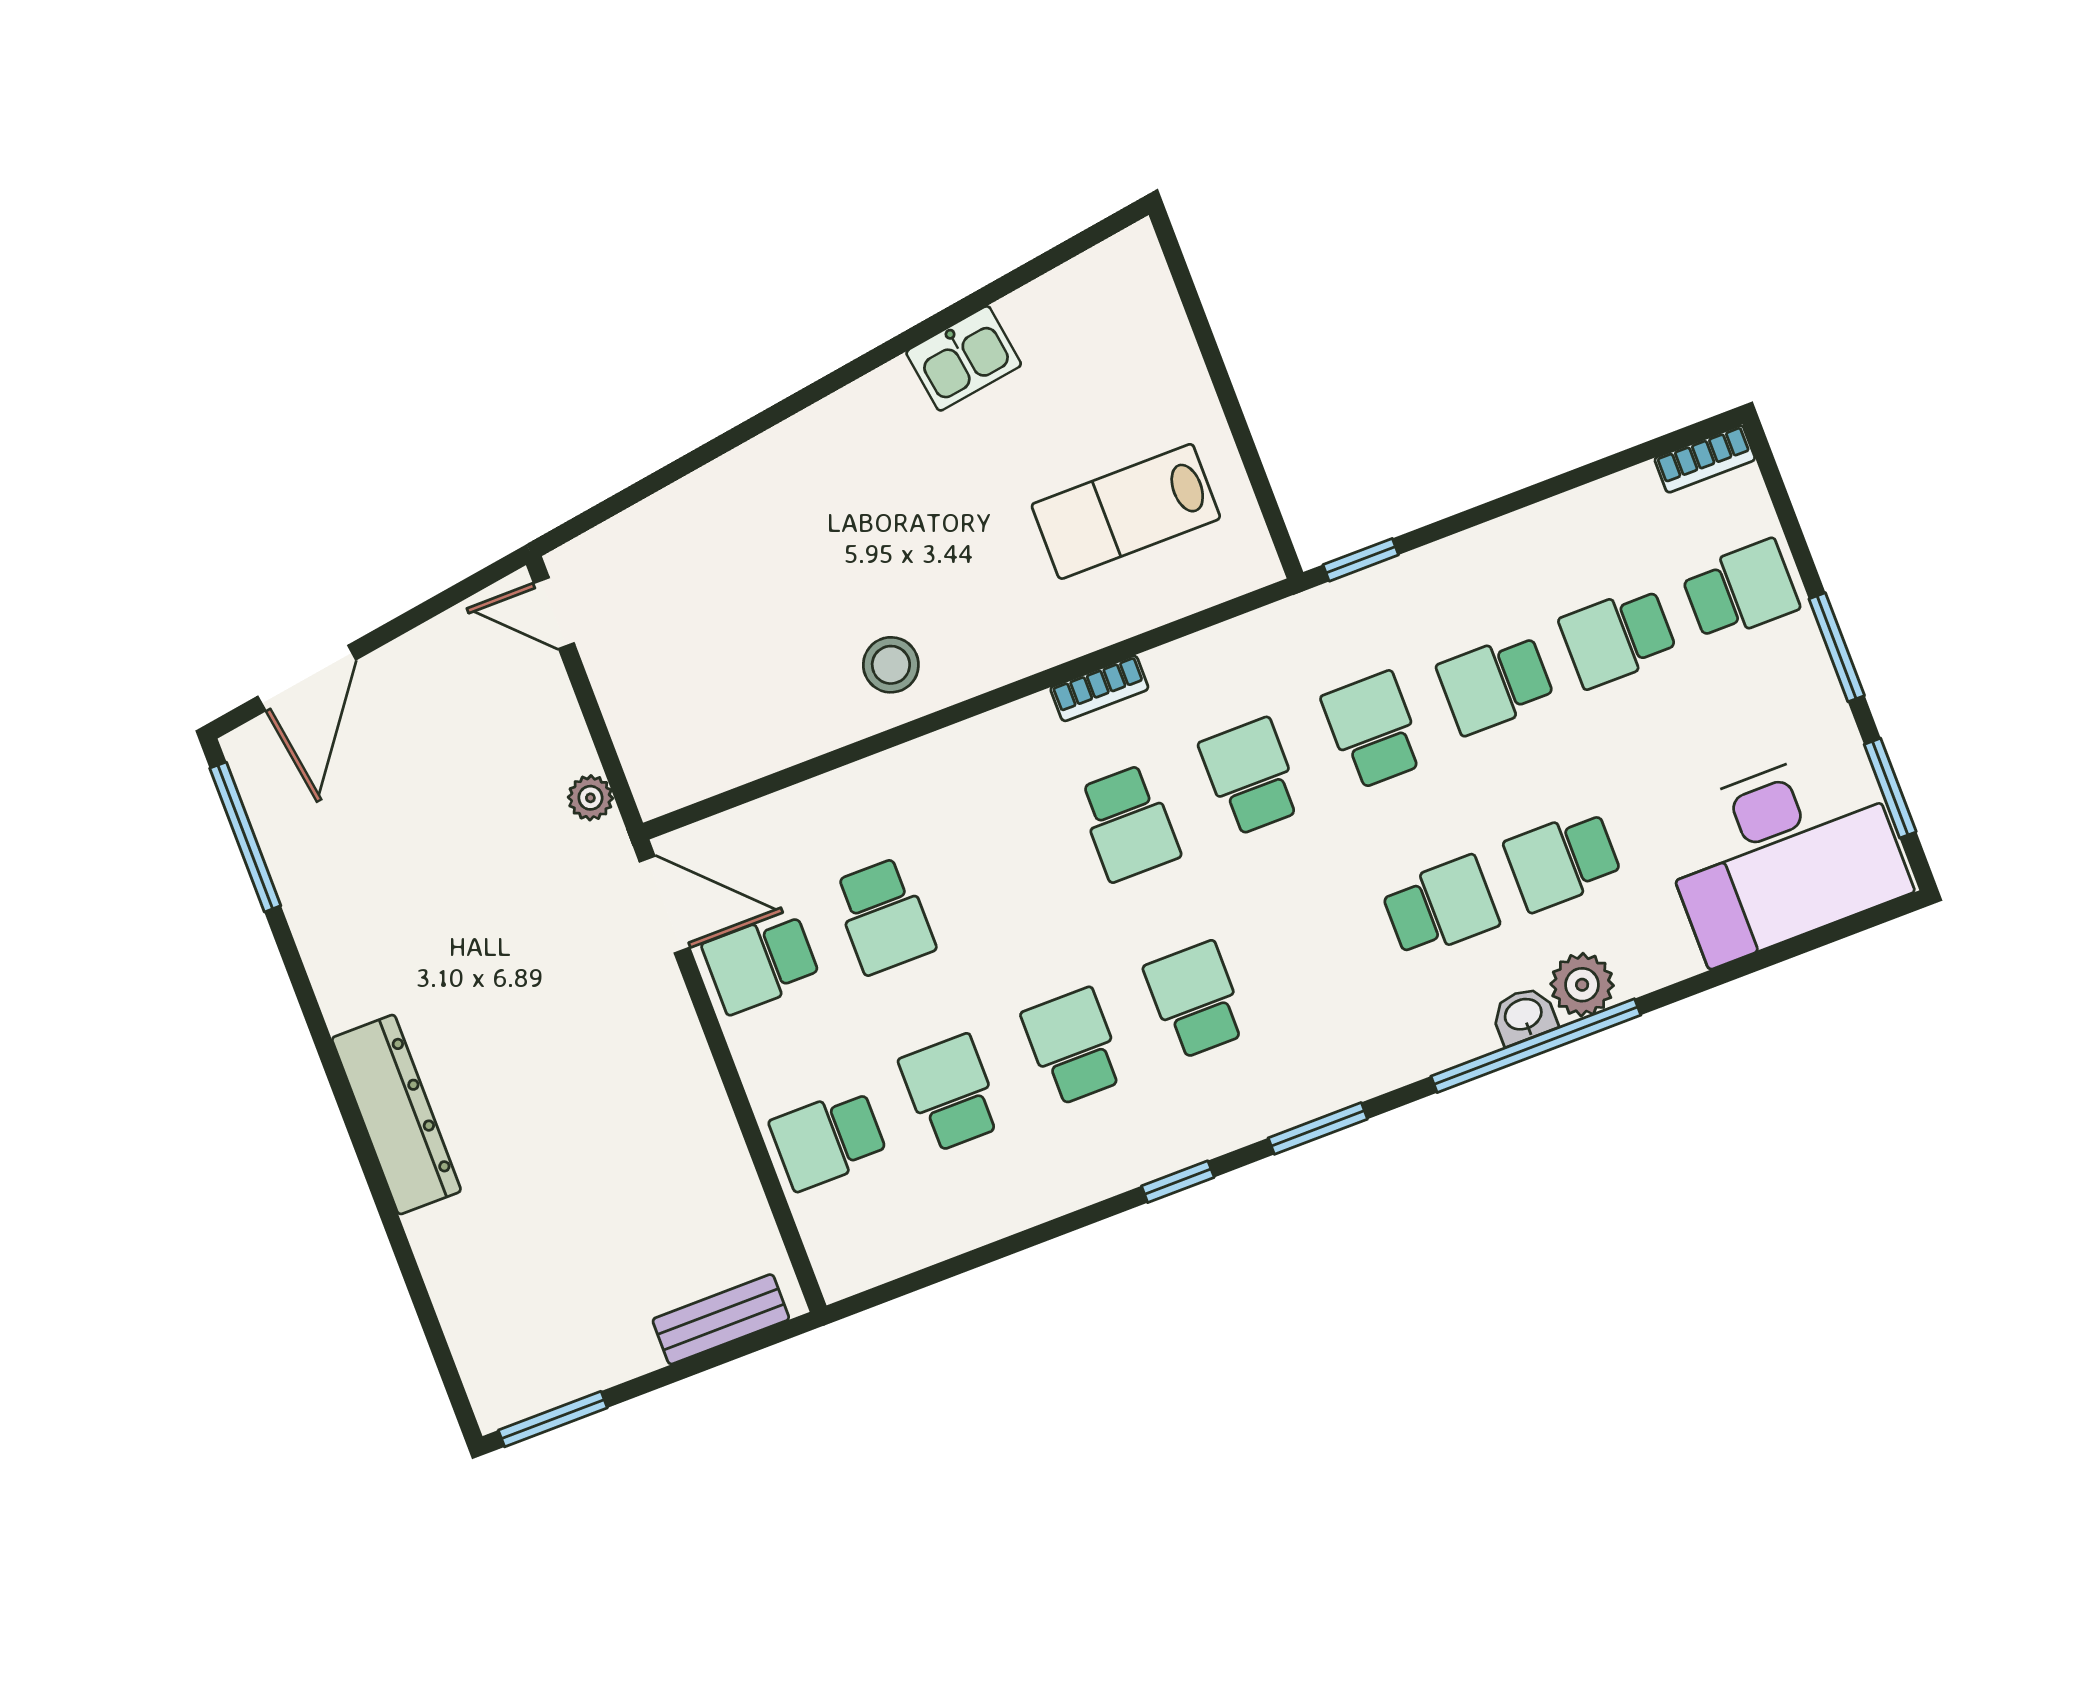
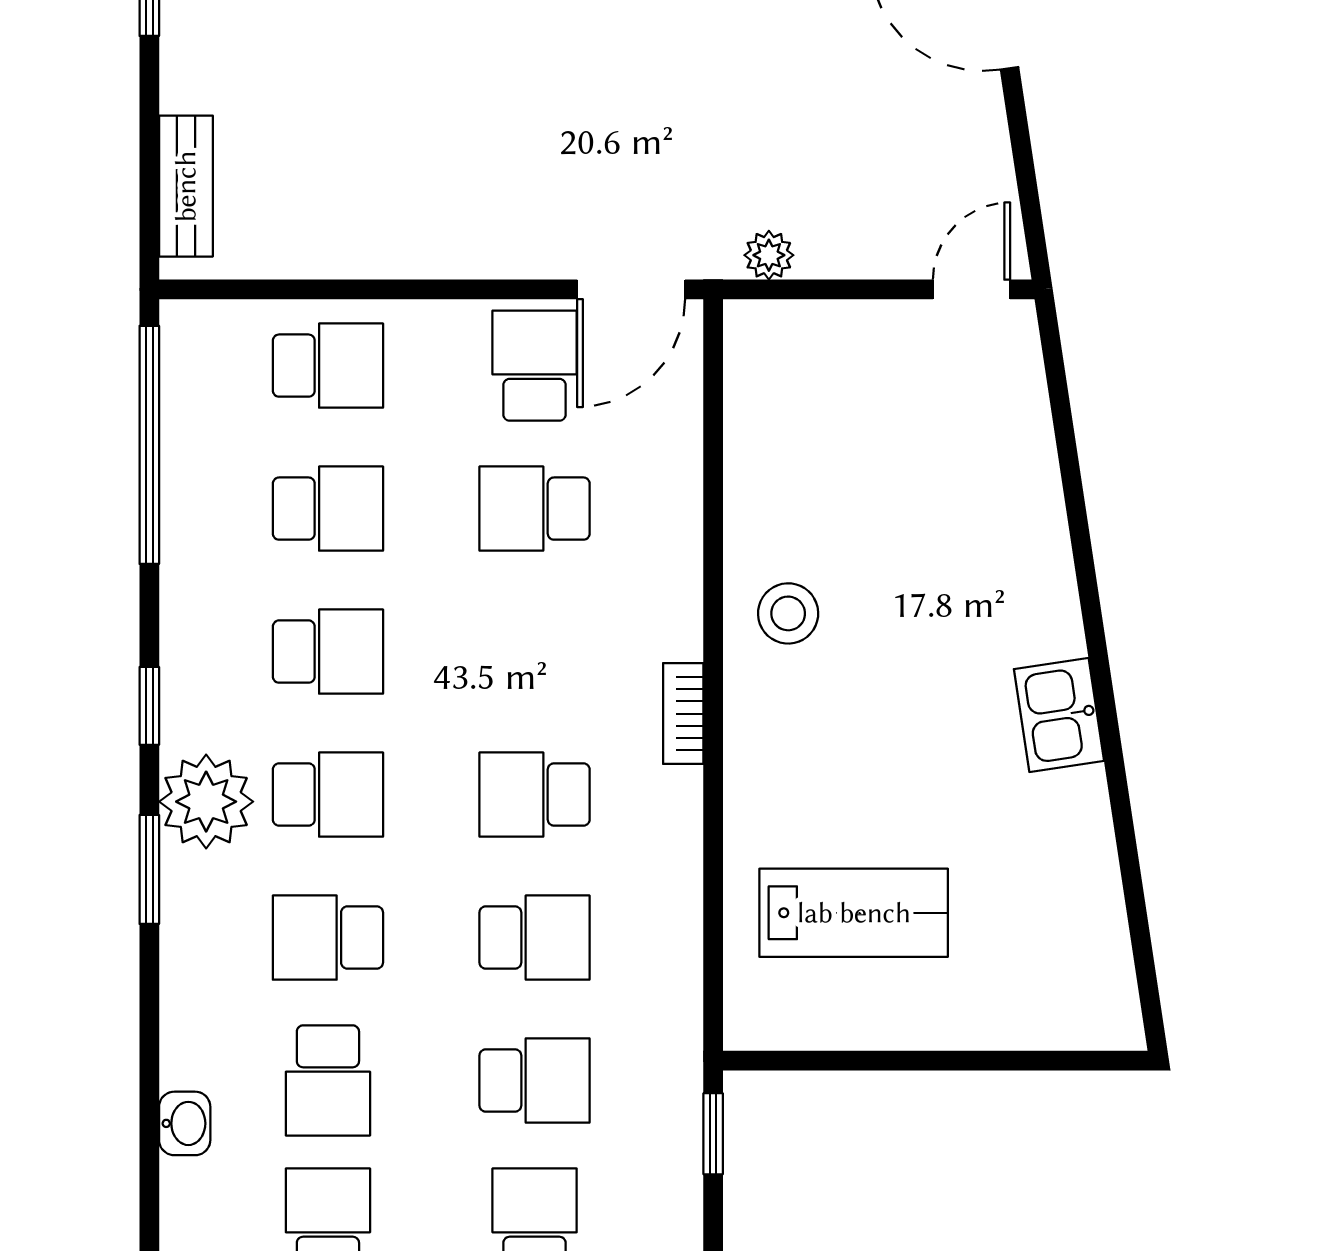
kitchen sink: (964, 358) -> (1059, 715), moved
lab bench: (1126, 511) -> (854, 913), turned 90
bookcase: (1099, 688) -> (683, 714), moved
school desk: (1318, 953) -> (328, 938), added
plant: (1582, 985) -> (206, 802), moved, width x1.36, depth x1.36
window: (1536, 1046) -> (149, 445), moved
school desk: (828, 1139) -> (328, 366), turned 90

